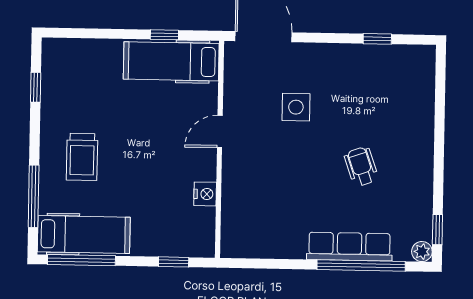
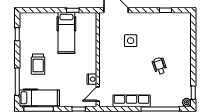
hospital bed: (171, 61) -> (66, 33), moved, turned -90
door: (220, 132) -> (98, 94), moved
row of seats: (349, 247) -> (132, 101), moved

